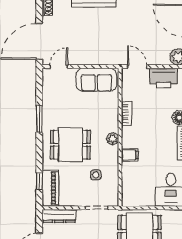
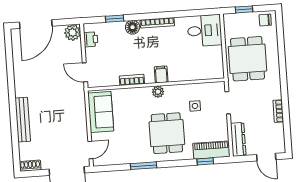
door: (59, 67) -> (90, 150), swing flipped
door: (137, 67) -> (85, 72), hinge flipped
printer: (164, 78) -> (91, 39), width x0.53, depth x0.68
filing cabinet: (130, 155) -> (161, 74), moved

